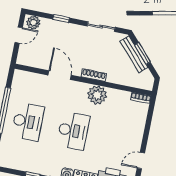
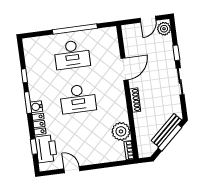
sliding door: (101, 27) -> (180, 81), moved
door: (19, 35) -> (148, 19), hinge flipped
window: (142, 53) -> (170, 138), width x1.44
plant: (97, 95) -> (121, 131), moved

